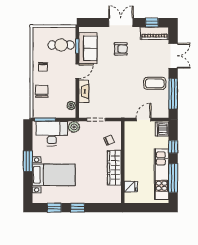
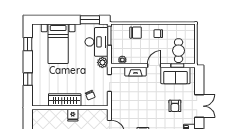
door: (77, 71) -> (154, 66), swing flipped
window: (28, 161) -> (90, 20), moved
fridge: (131, 187) -> (73, 115), moved
window: (78, 208) -> (28, 79), moved

